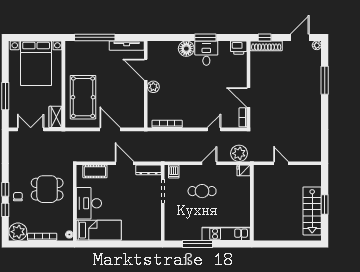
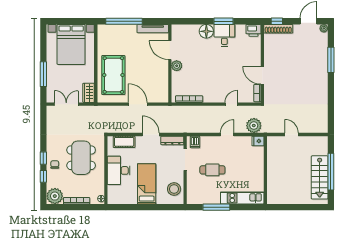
dining table: (47, 189) -> (81, 158), width x1.38
cafe table: (202, 191) -> (212, 170), moved
window: (325, 204) -> (331, 172), width x2.11
stool: (150, 224) -> (174, 189), added
bed: (99, 230) -> (147, 184), moved, turned -90

